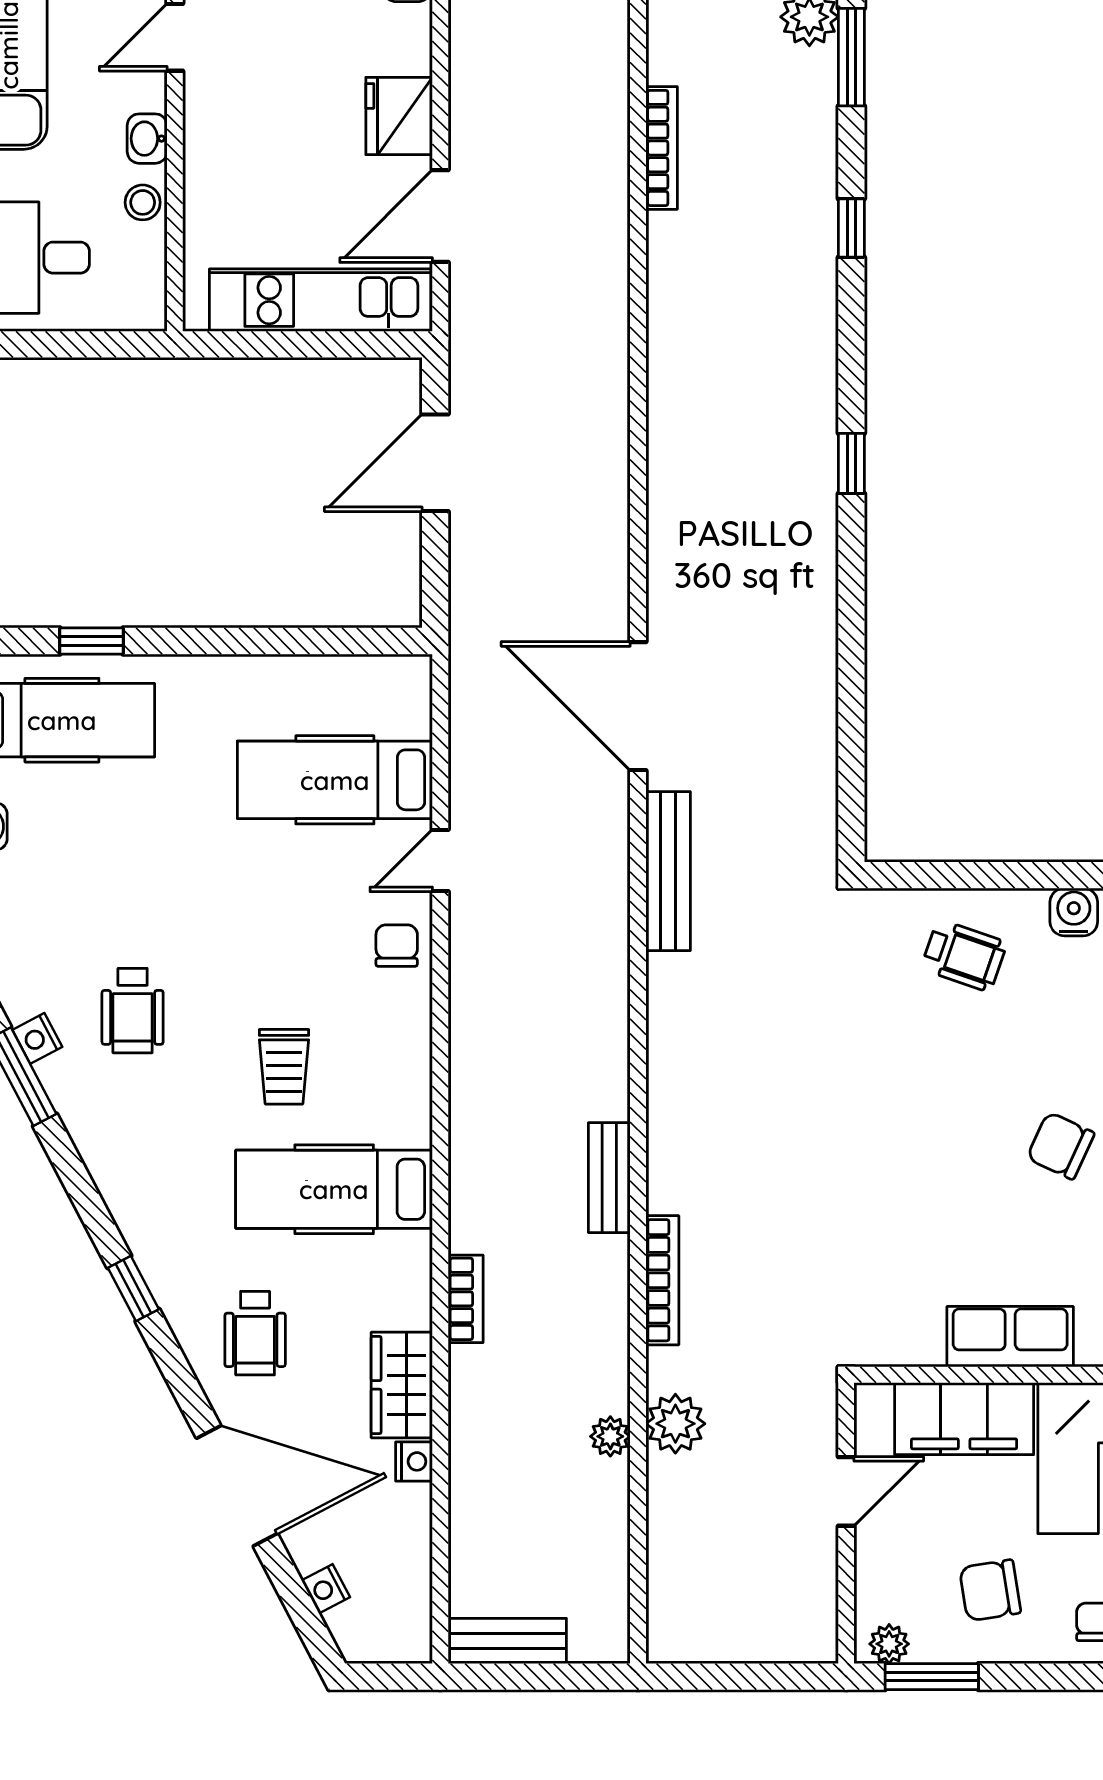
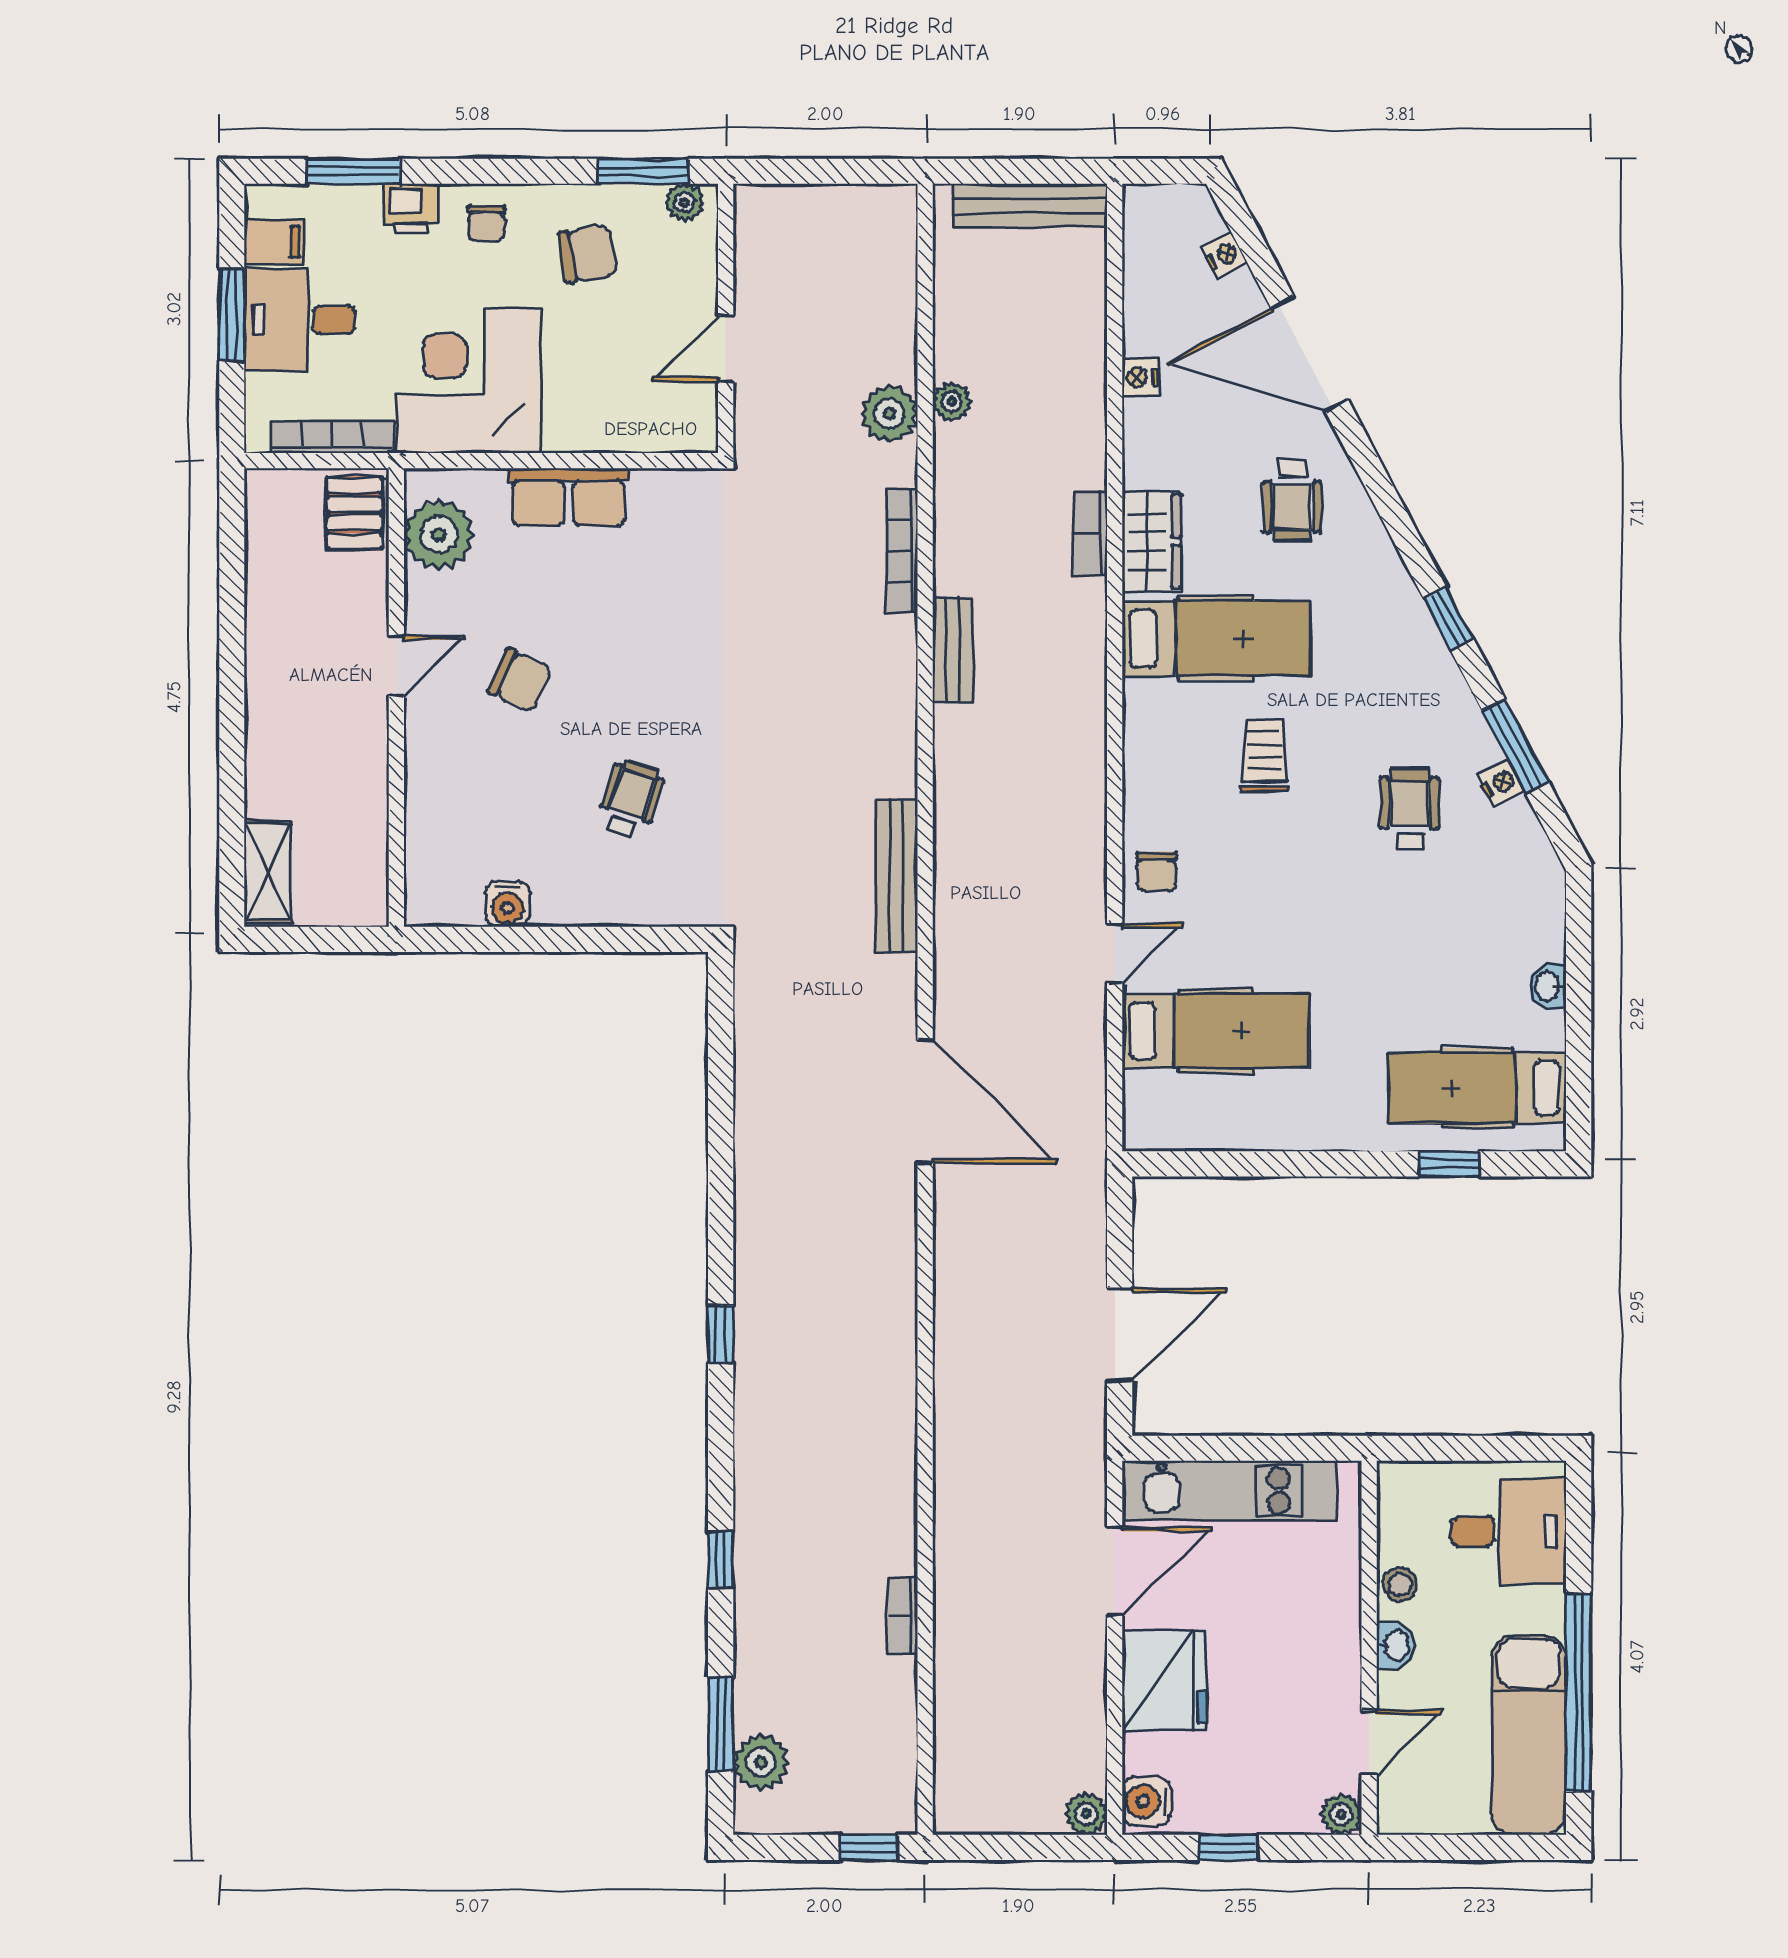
fridge: (399, 116) -> (1165, 1681), width x1.36, depth x1.34
bookcase: (662, 148) -> (903, 1615), width x0.64
bench: (668, 871) -> (896, 875), moved
wheelchair: (964, 956) -> (631, 799), moved, turned 90
window: (133, 1289) -> (1449, 619), moved
wheelchair: (255, 1333) -> (1292, 500), turned 180
wardrobe: (402, 1385) -> (1152, 541), moved
filing cabinet: (964, 1419) -> (613, 419), removed
bench: (507, 1641) -> (1030, 205), width x1.36

